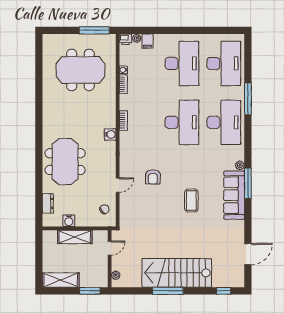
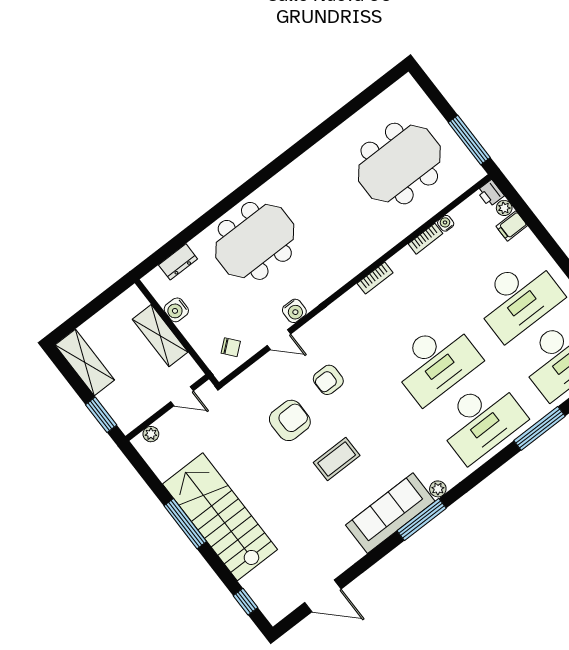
meeting table: (80, 70) -> (399, 164), turned 90
water cooler: (110, 134) -> (294, 311), moved
armchair: (158, 208) -> (290, 420), added

